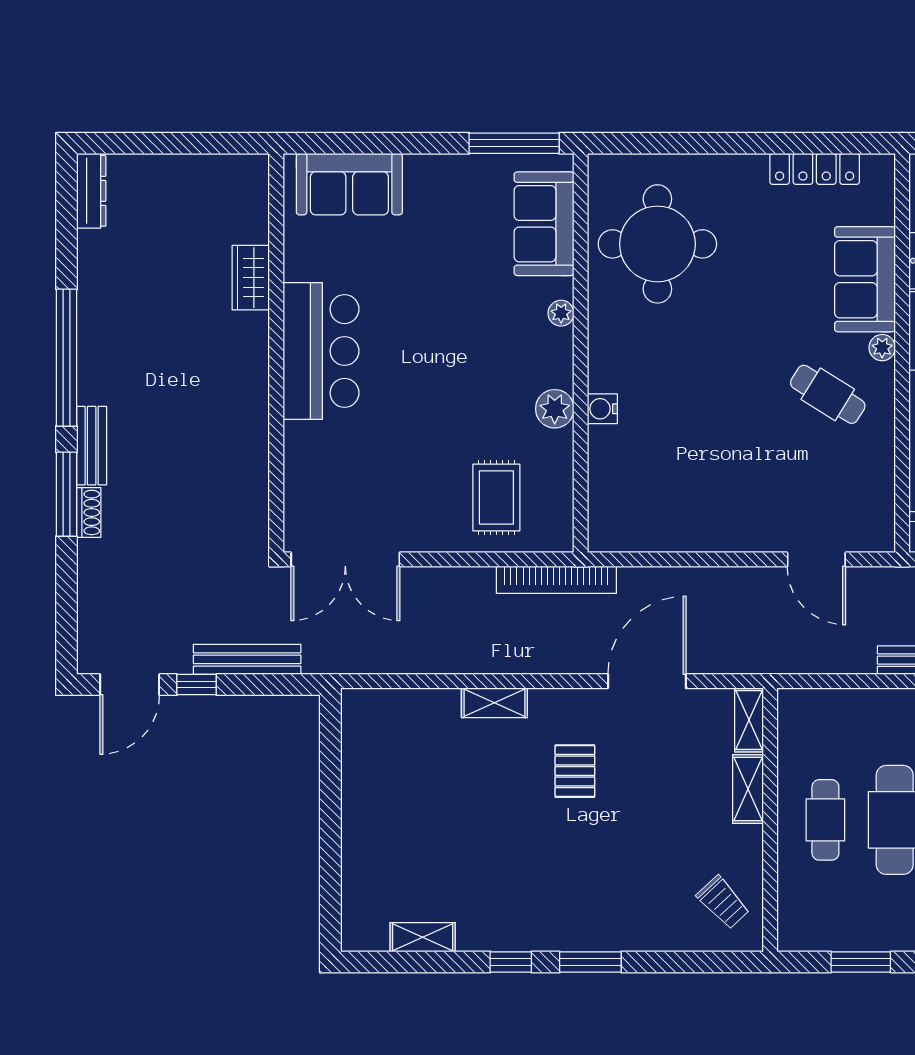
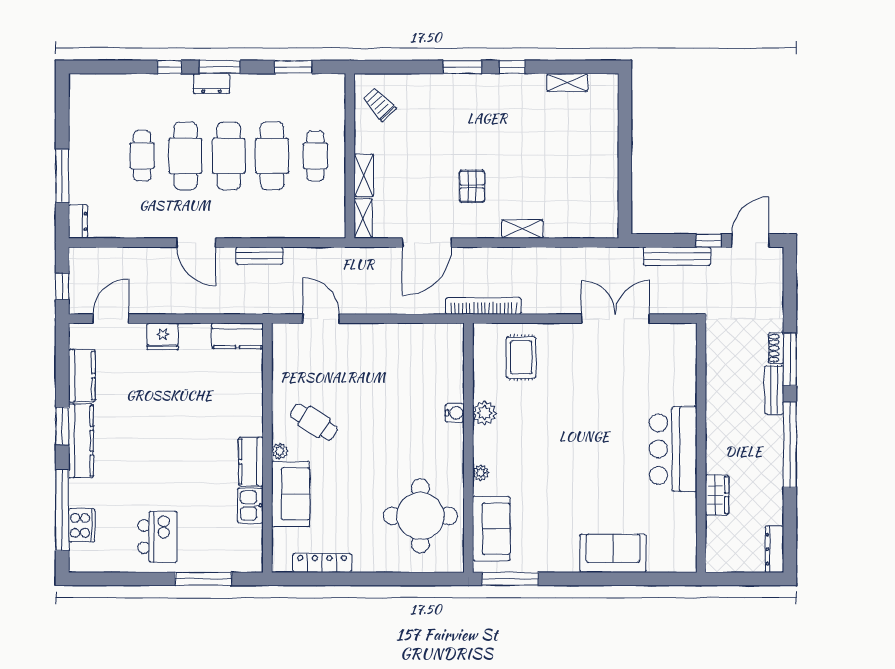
wardrobe: (251, 278) -> (717, 495), moved
bar counter: (321, 351) -> (673, 449), moved
wall: (276, 353) -> (701, 448), moved

